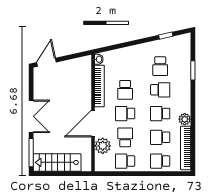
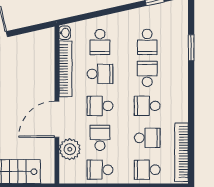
school desk: (125, 66) -> (100, 42), added
school desk: (125, 90) -> (100, 74), turned -90
school desk: (160, 90) -> (147, 74), turned -90
plant: (185, 119) -> (180, 113), removed
school desk: (160, 137) -> (147, 138), turned 180

